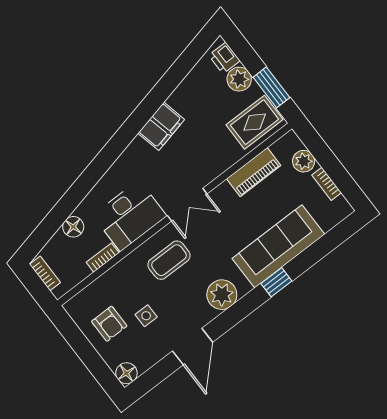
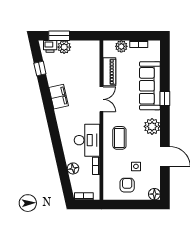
window: (181, 68) -> (40, 69), added
window: (271, 87) -> (59, 36), moved
rug: (255, 122) -> (88, 55), removed
double door: (187, 205) -> (101, 99), moved
armchair: (109, 324) -> (127, 185), turned -90

